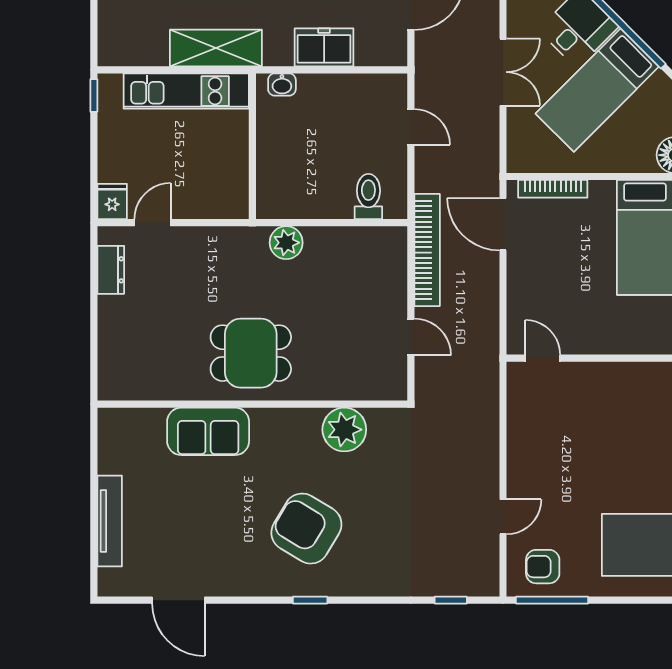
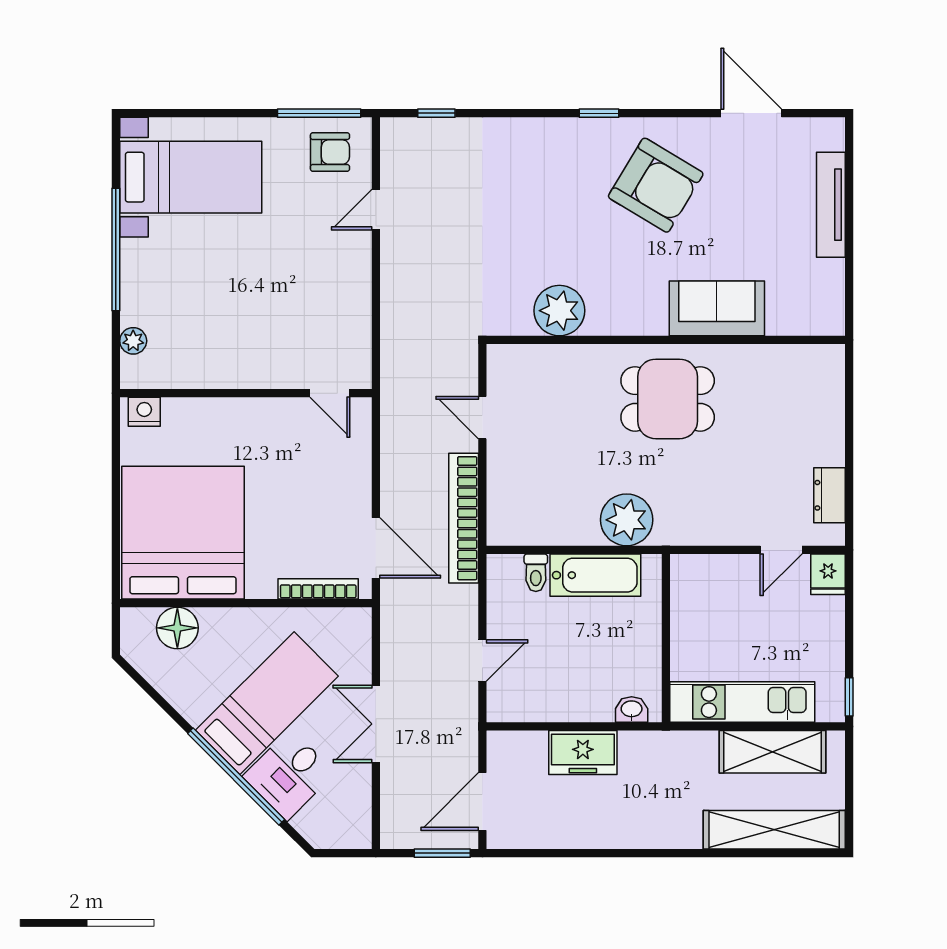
shelving: (216, 48) -> (772, 752), moved
door: (411, 127) -> (482, 660), swing flipped
toilet: (368, 196) -> (536, 573), width x0.73, depth x0.72
bathtub: (313, 201) -> (595, 575), added
plant: (286, 243) -> (627, 520), width x1.36, depth x1.36
armchair: (306, 529) -> (656, 185), moved

